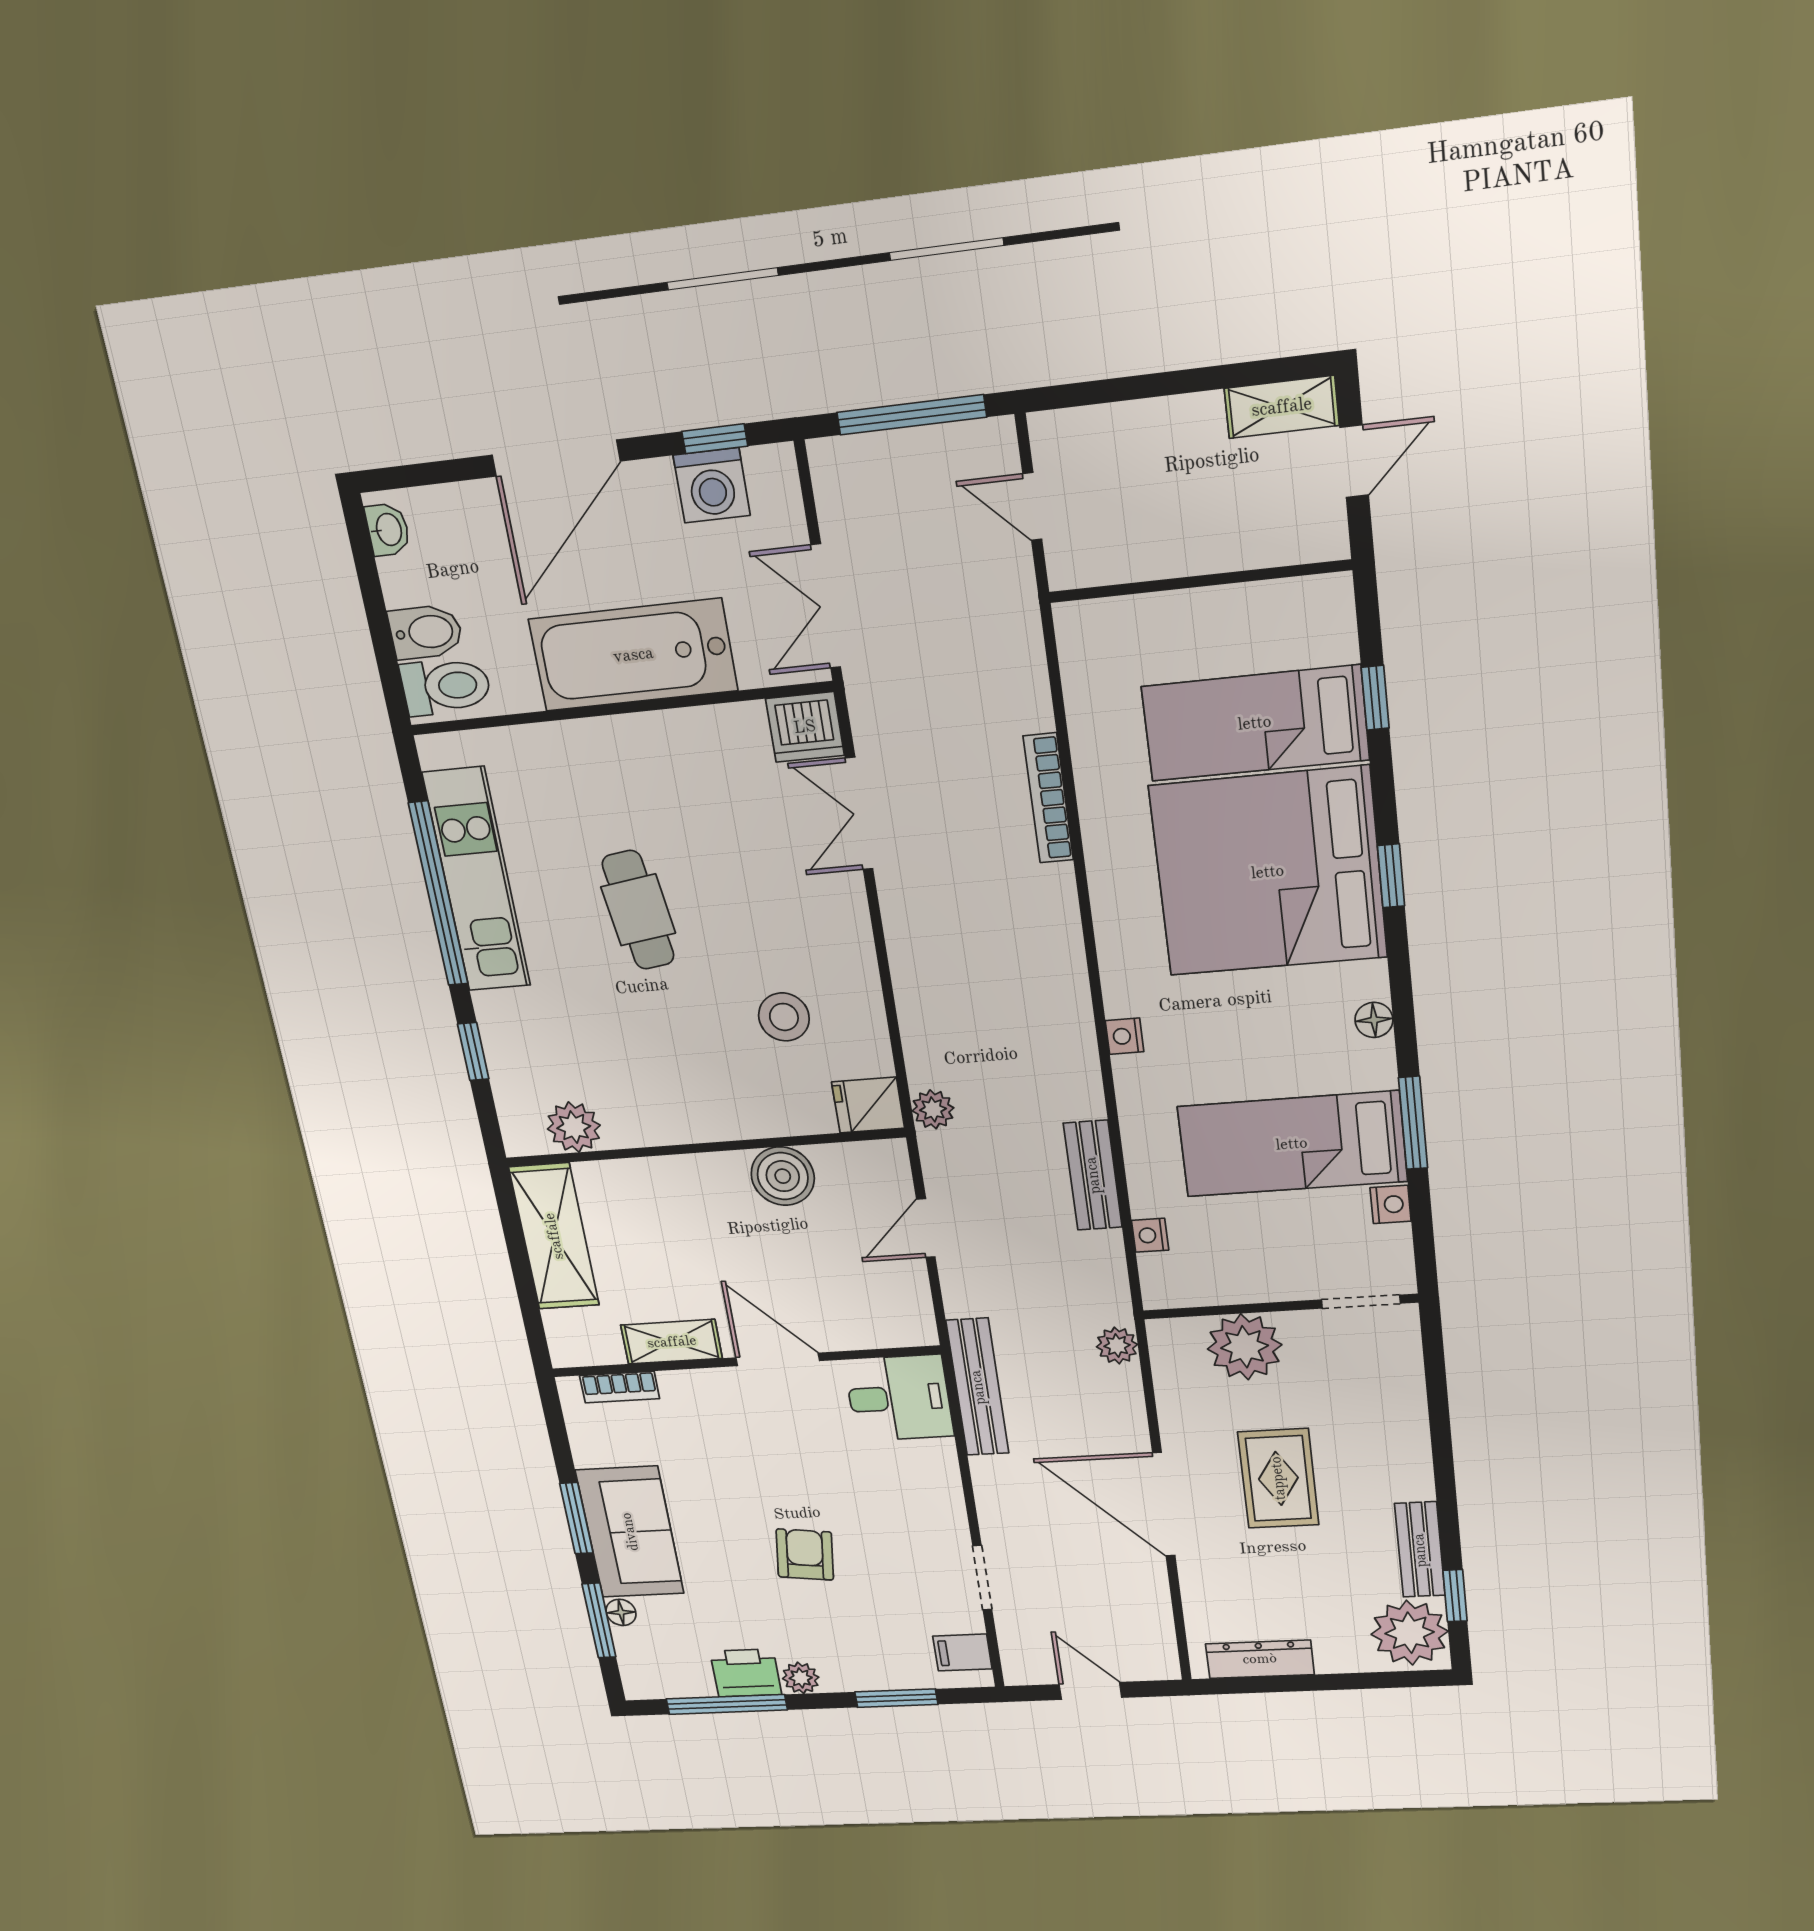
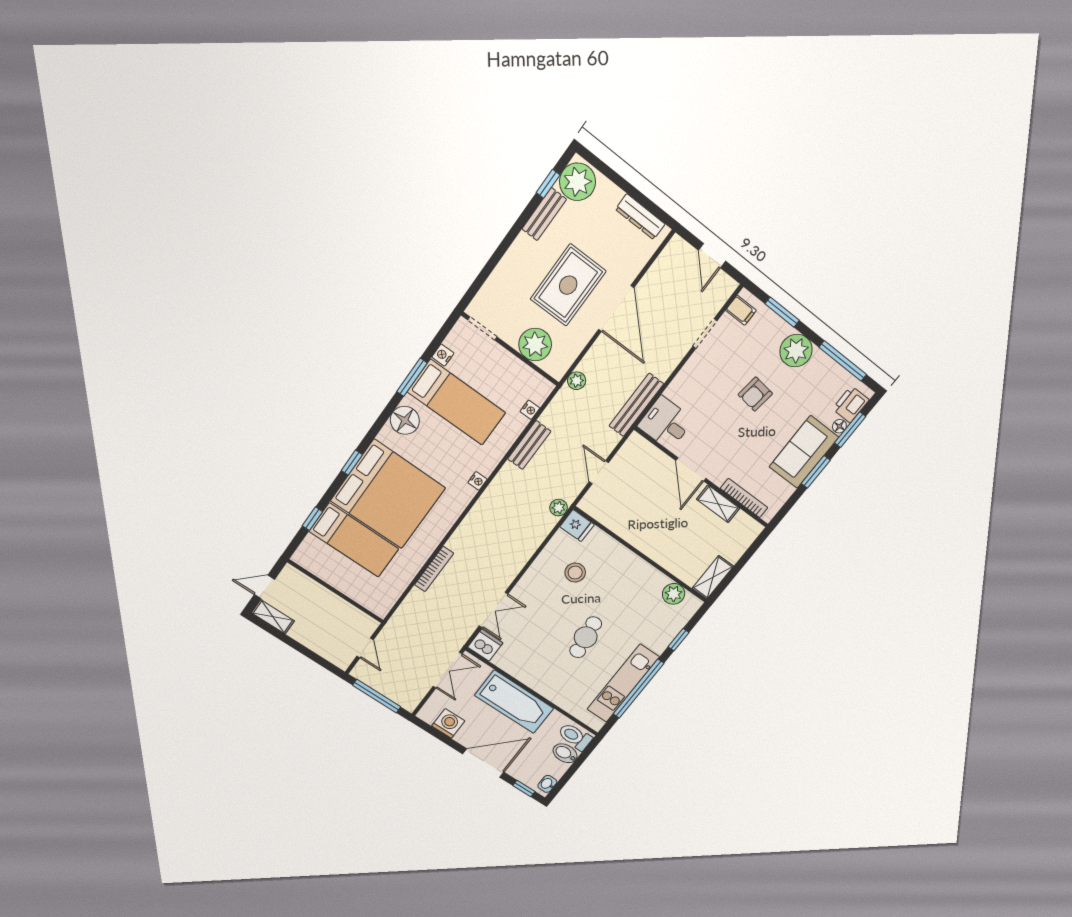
window: (715, 439) -> (524, 789), moved
floor lamp: (1374, 1020) -> (405, 420), width x1.89, depth x1.89
boiler: (783, 1176) -> (626, 526), removed
door: (926, 1228) -> (599, 472), swing flipped
shelving: (554, 1236) -> (713, 577), width x0.67, depth x0.75
bookcase: (620, 1387) -> (744, 498), width x1.56
rug: (1278, 1478) -> (568, 285), width x1.36, depth x1.43
printer: (746, 1673) -> (851, 404), moved, turned 90
plant: (801, 1678) -> (796, 351), width x1.88, depth x1.88

